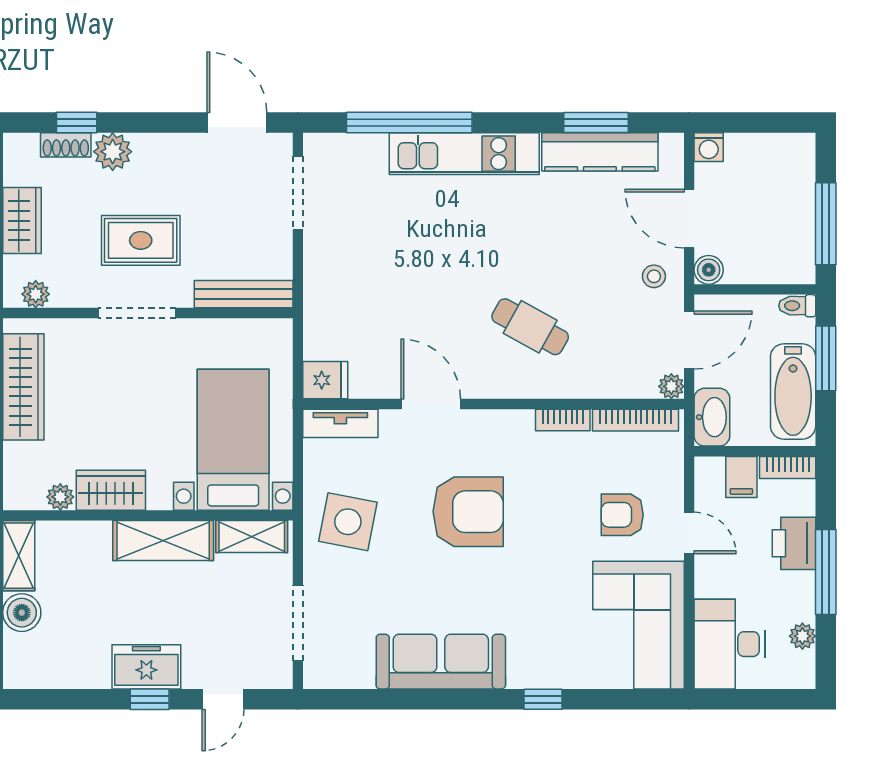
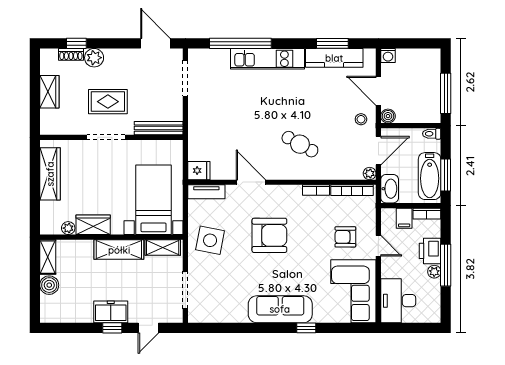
plant: (36, 294) -> (56, 128), removed
window: (826, 358) -> (446, 175), moved
plant: (802, 636) -> (434, 272), moved
sofa: (441, 662) -> (280, 309), moved

